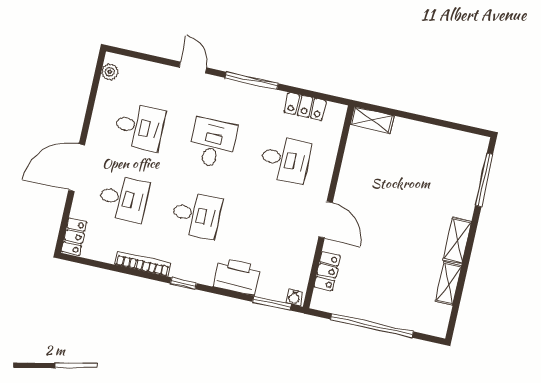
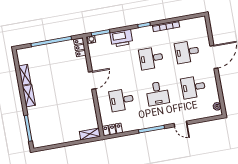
locker: (305, 106) -> (112, 129), moved
door: (326, 220) -> (92, 80), swing flipped
locker: (74, 237) -> (202, 25), removed
locker: (327, 271) -> (80, 47), moved

